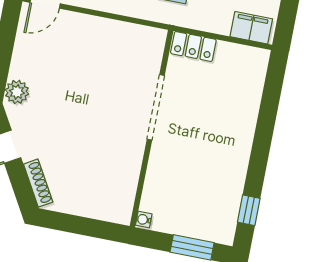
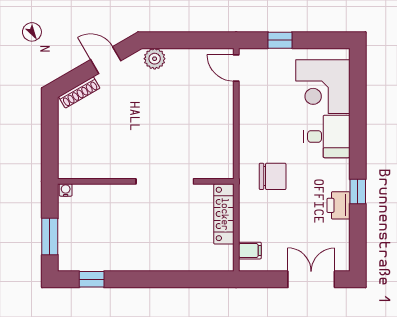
filing cabinet: (251, 28) -> (250, 251), width x0.50
locker: (193, 46) -> (224, 214), width x1.53

